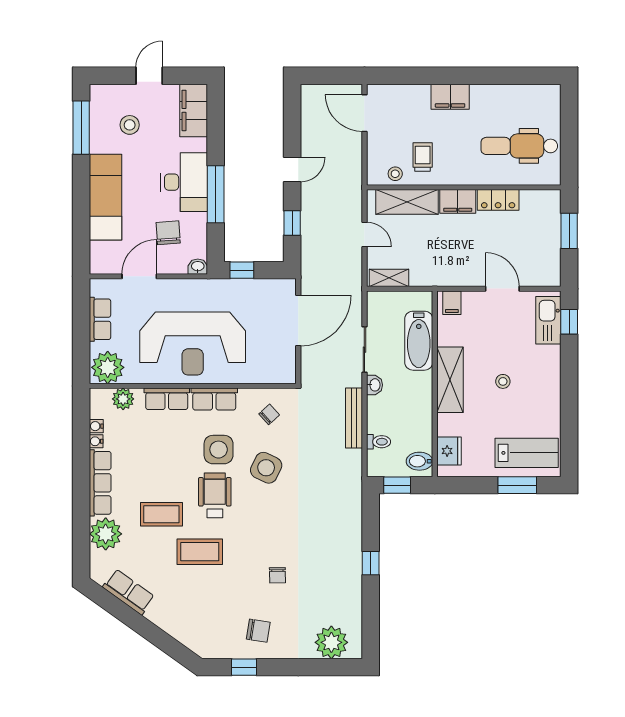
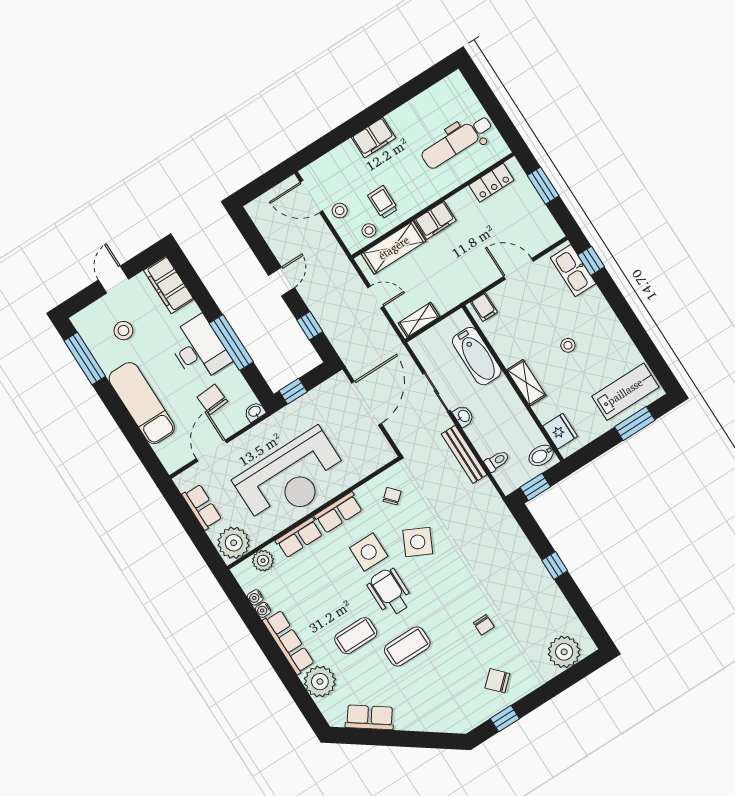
stool: (381, 141) -> (340, 211), added
locker: (498, 200) -> (491, 183), moved
shelving: (450, 380) -> (526, 383), width x0.67, depth x0.75
chair: (258, 631) -> (497, 681), turned -142

